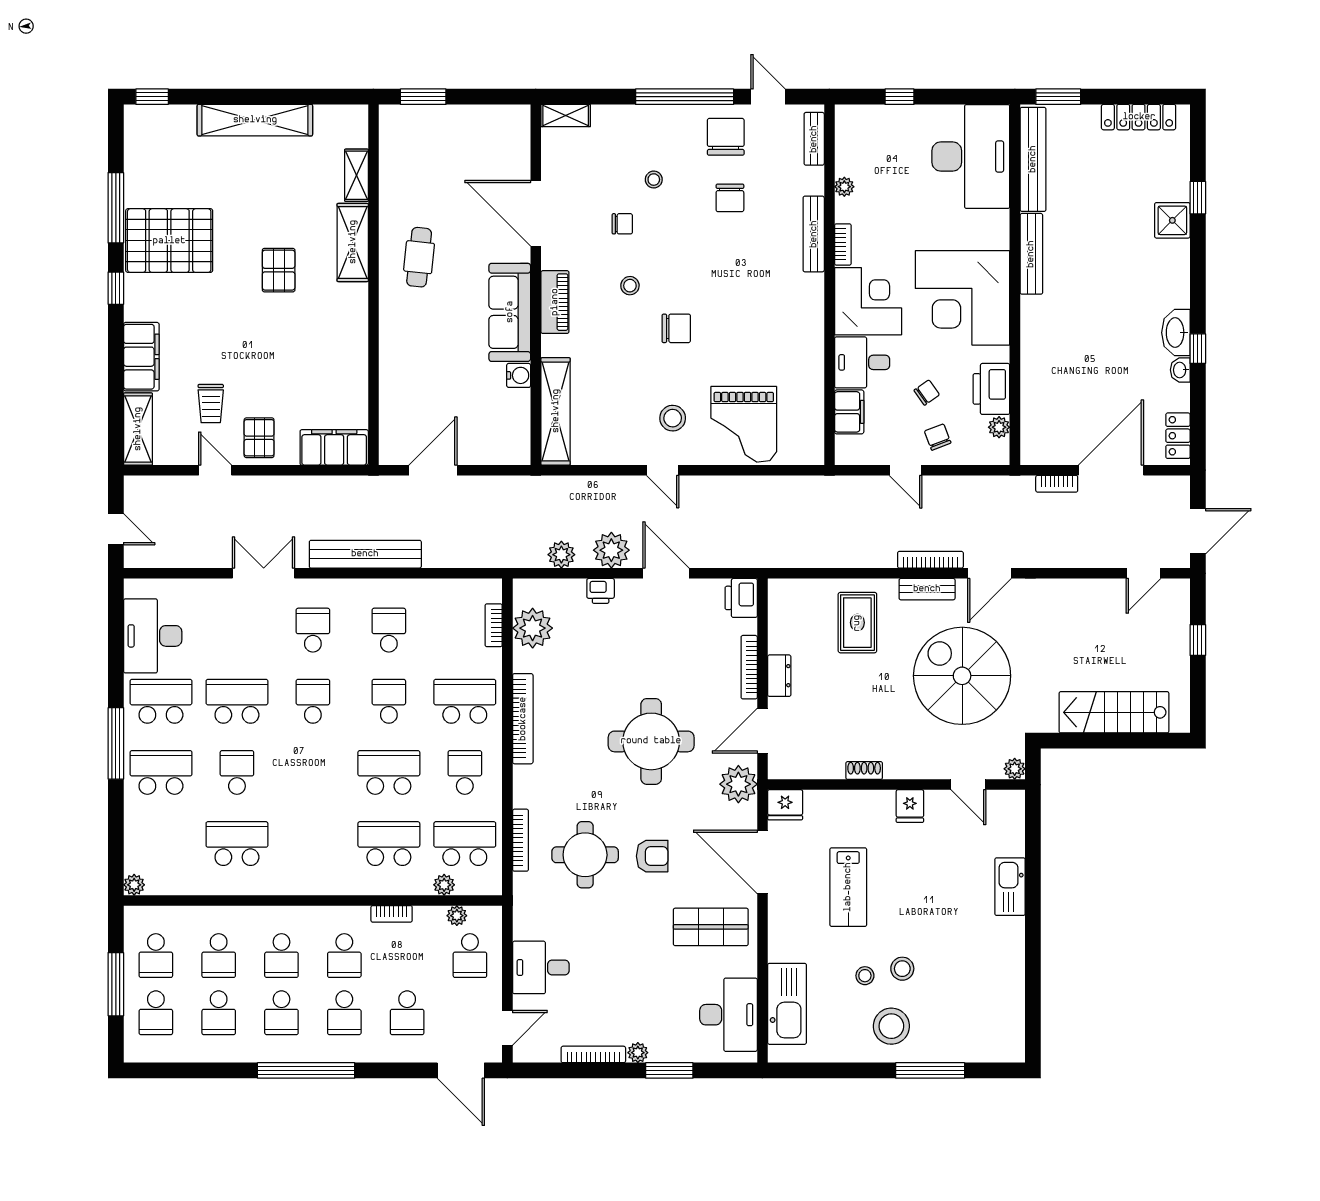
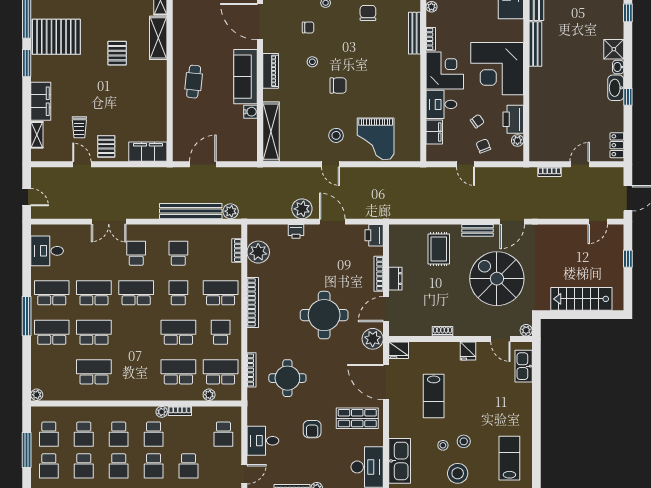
chair: (730, 198) -> (368, 13), turned 180
shower: (1172, 220) -> (614, 49), moved
cafe table: (419, 257) -> (194, 82), moved
window: (116, 288) -> (27, 63), width x1.50
washbasin: (1180, 370) -> (618, 67), moved
shelving: (138, 429) -> (37, 135), width x0.67, depth x0.75
door: (1111, 470) -> (580, 164), width x0.53
bench: (365, 554) -> (191, 211), moved
plant: (561, 555) -> (231, 211), moved
bookcase: (930, 560) -> (479, 214), removed
double door: (264, 573) -> (109, 222), swing flipped
desk: (153, 636) -> (47, 251), width x0.73
school desk: (313, 701) -> (136, 293), width x1.85
school desk: (237, 772) -> (94, 332), width x1.85
armchair: (652, 856) -> (312, 429), moved, turned 90
kitchen sink: (1010, 887) -> (524, 366), moved
plant: (457, 916) -> (162, 412), moved
lab bench: (985, 999) -> (509, 458), added

